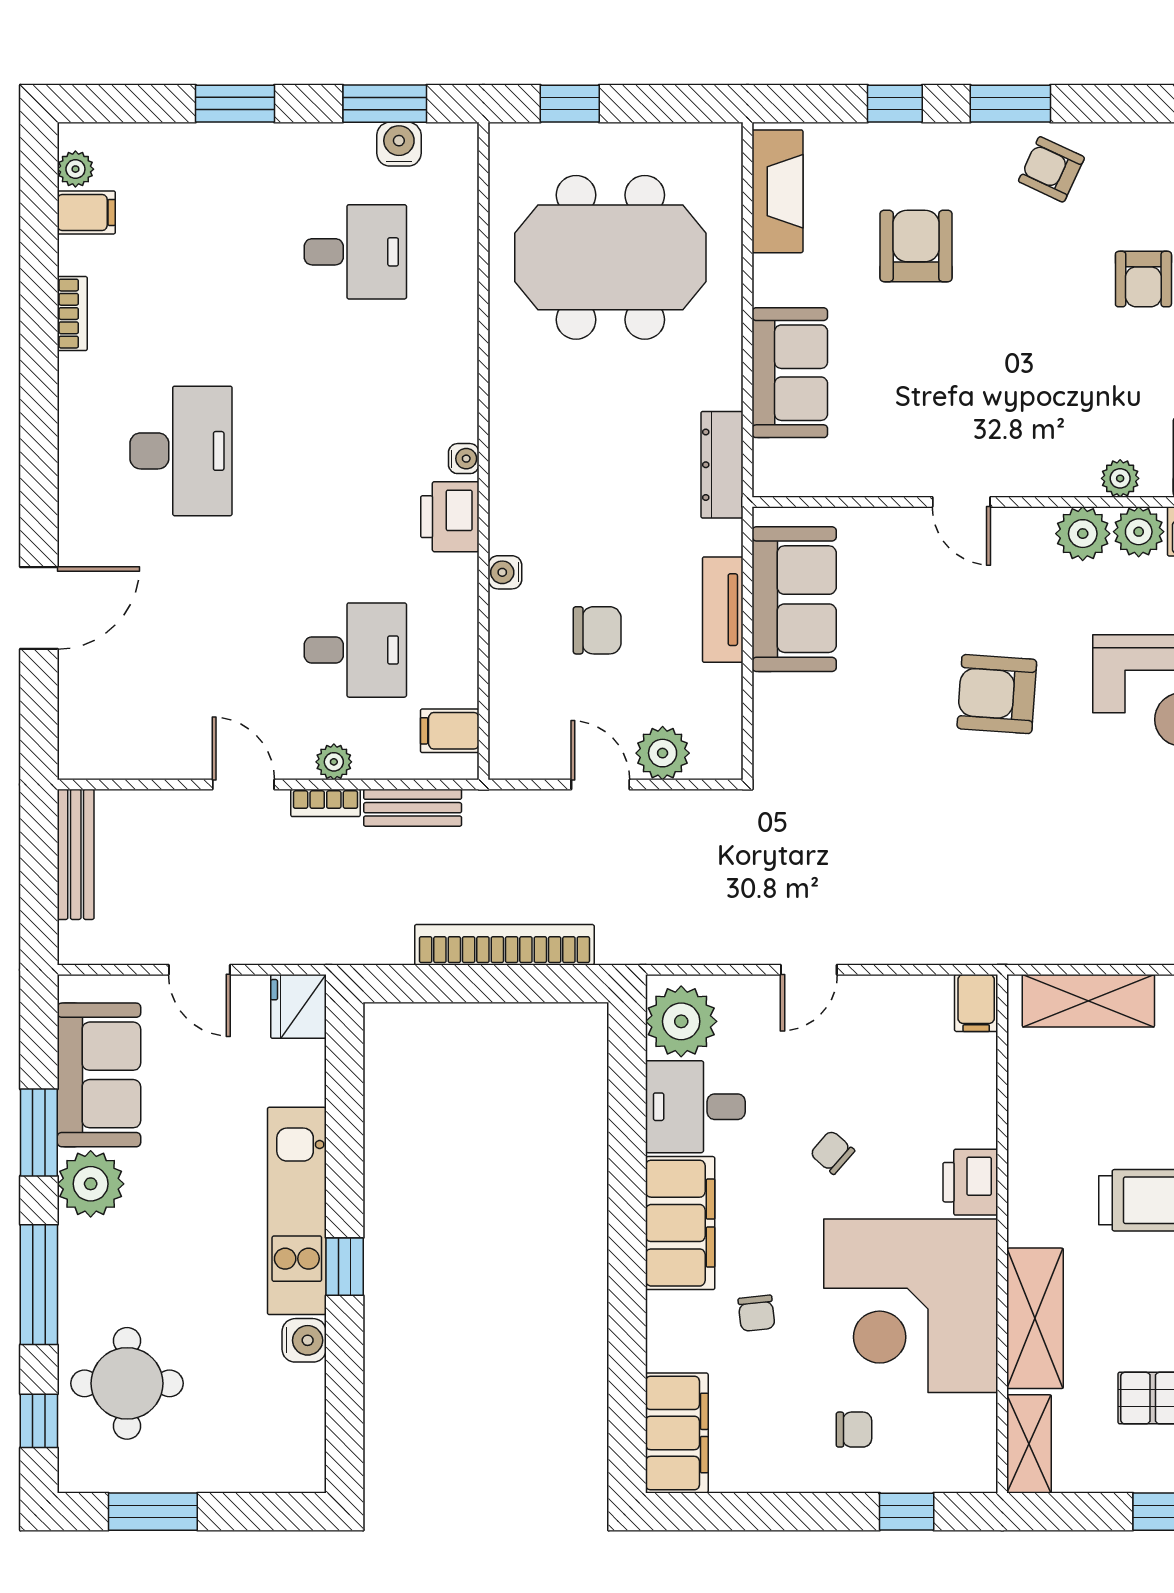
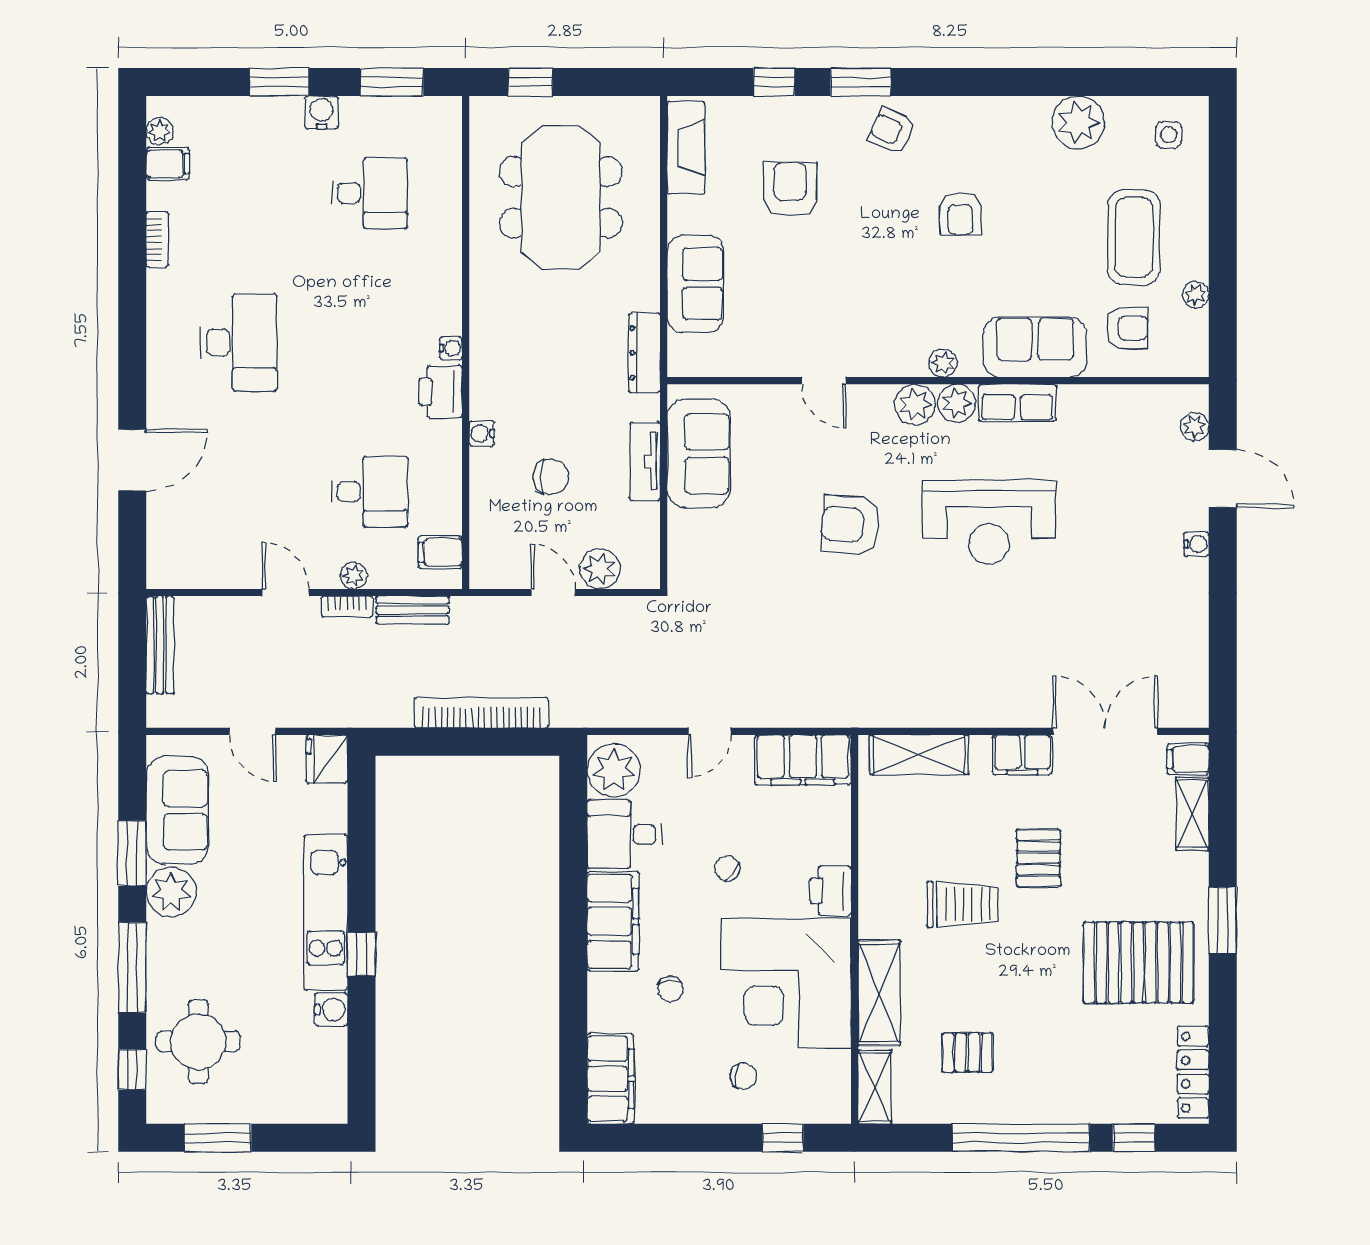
water cooler: (399, 144) -> (321, 112), moved
meeting table: (610, 257) -> (561, 197), turned 90
filing cabinet: (976, 1003) -> (803, 760), width x3.00, depth x1.17

